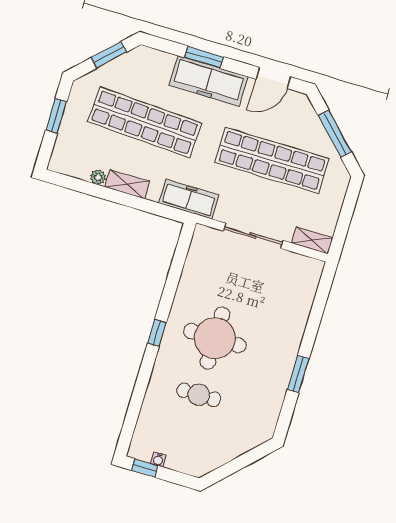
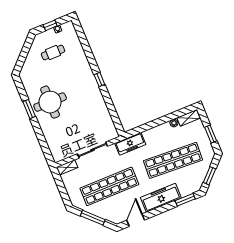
window: (204, 57) -> (185, 200), moved
shelving: (127, 184) -> (188, 118), moved
round table: (215, 338) -> (50, 102), moved
cafe table: (199, 395) -> (53, 53), moved
window: (145, 468) -> (50, 25), moved

